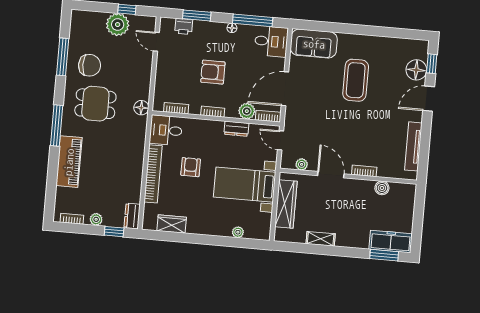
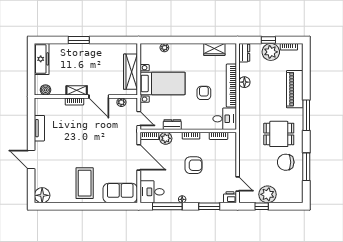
printer: (184, 26) -> (230, 197), moved
window: (432, 64) -> (31, 186), removed
floor lamp: (416, 70) -> (42, 195), moved
coffee table: (356, 80) -> (85, 183), moved
door: (285, 89) -> (139, 157), hinge flipped
door: (429, 99) -> (31, 159), swing flipped
floor lamp: (141, 108) -> (244, 82), moved
tv unit: (413, 146) -> (39, 128), width x0.71
armchair: (191, 167) -> (204, 93), turned 180
boiler: (382, 188) -> (45, 90), moved
plant: (96, 219) -> (271, 52), width x1.87, depth x1.87
window: (114, 232) -> (268, 40), moved
shelving: (321, 239) -> (77, 90), moved
freezer: (391, 242) -> (42, 59), moved, turned -90
window: (384, 255) -> (79, 40), moved

